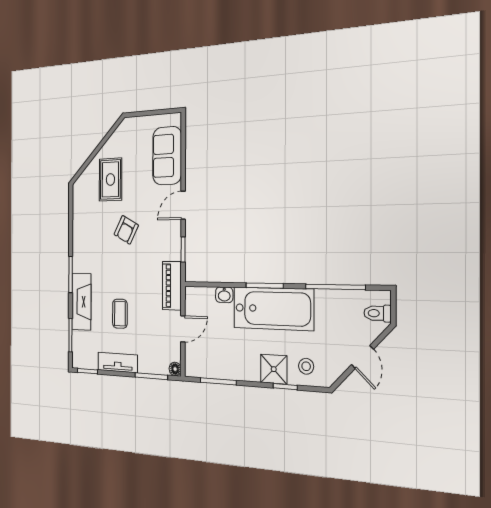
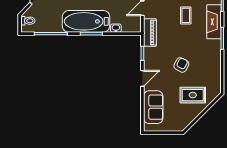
rug: (110, 180) -> (193, 95), turned 90

